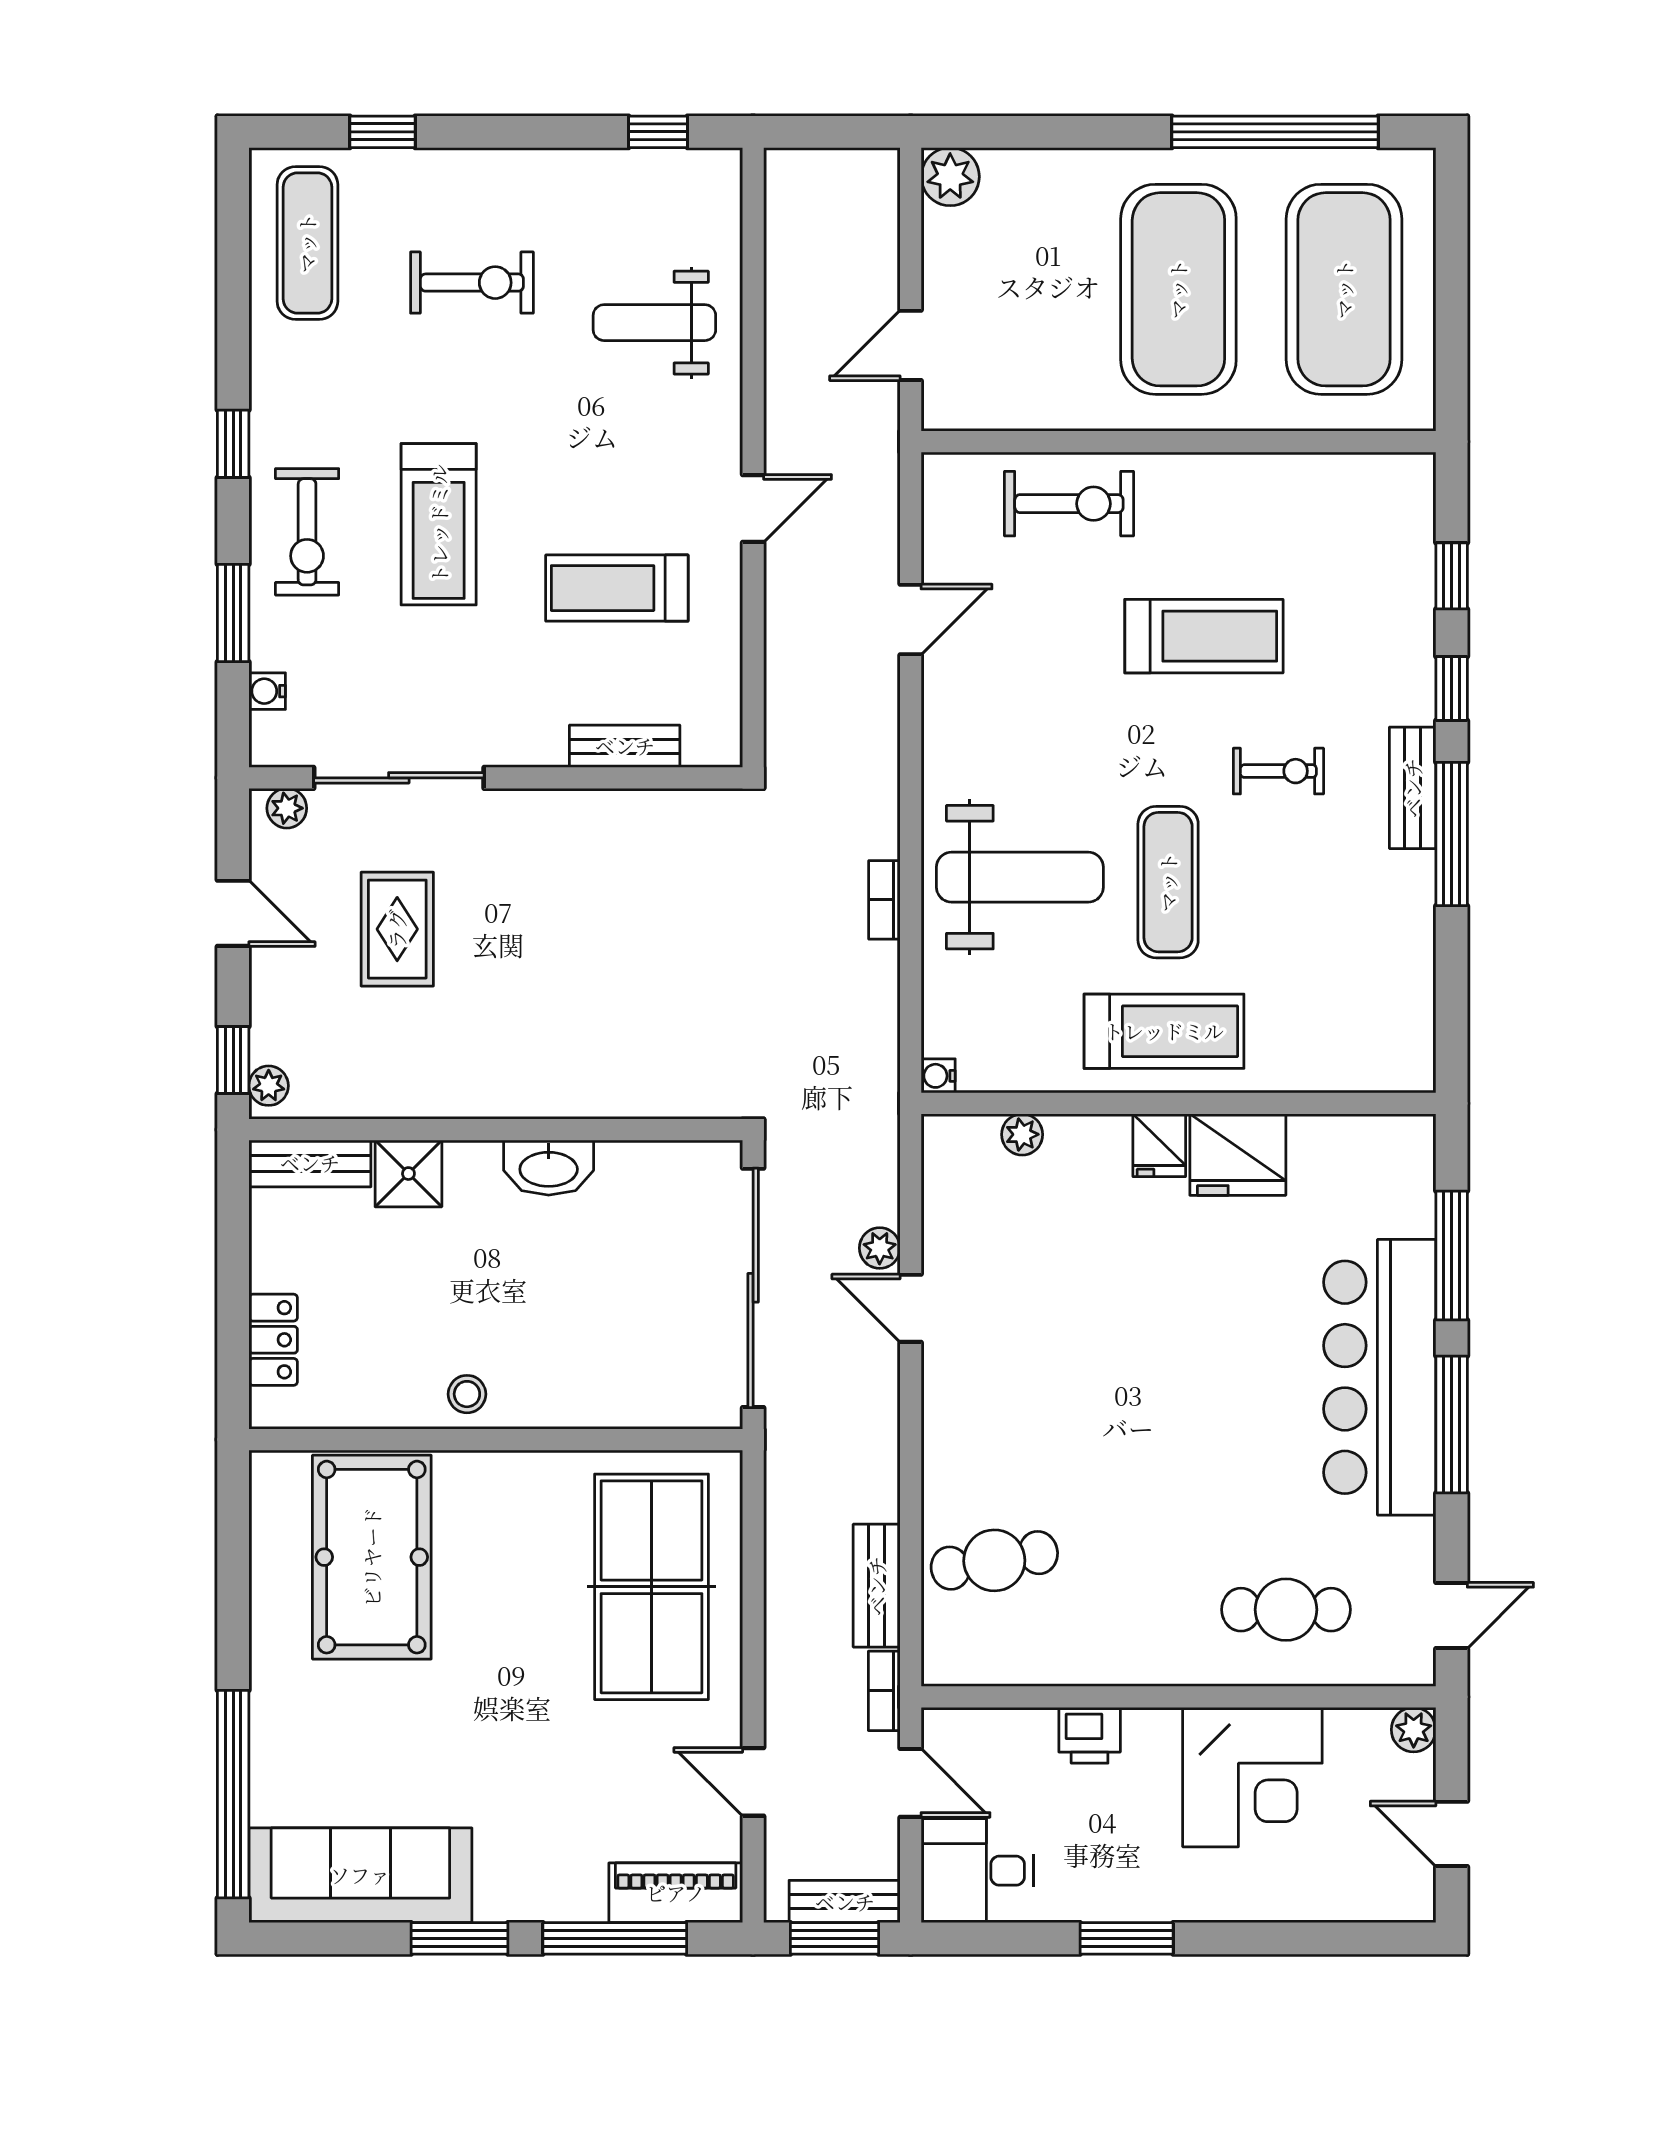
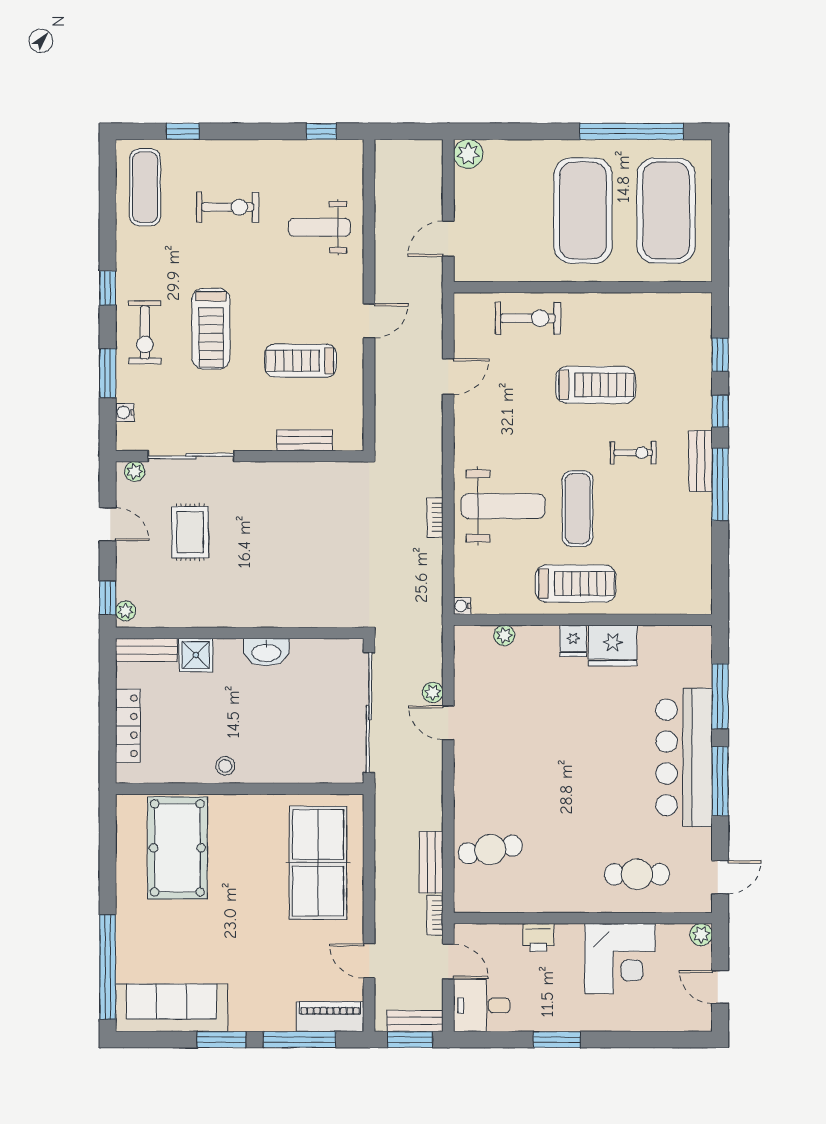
locker: (273, 1340) -> (128, 726), width x1.53

